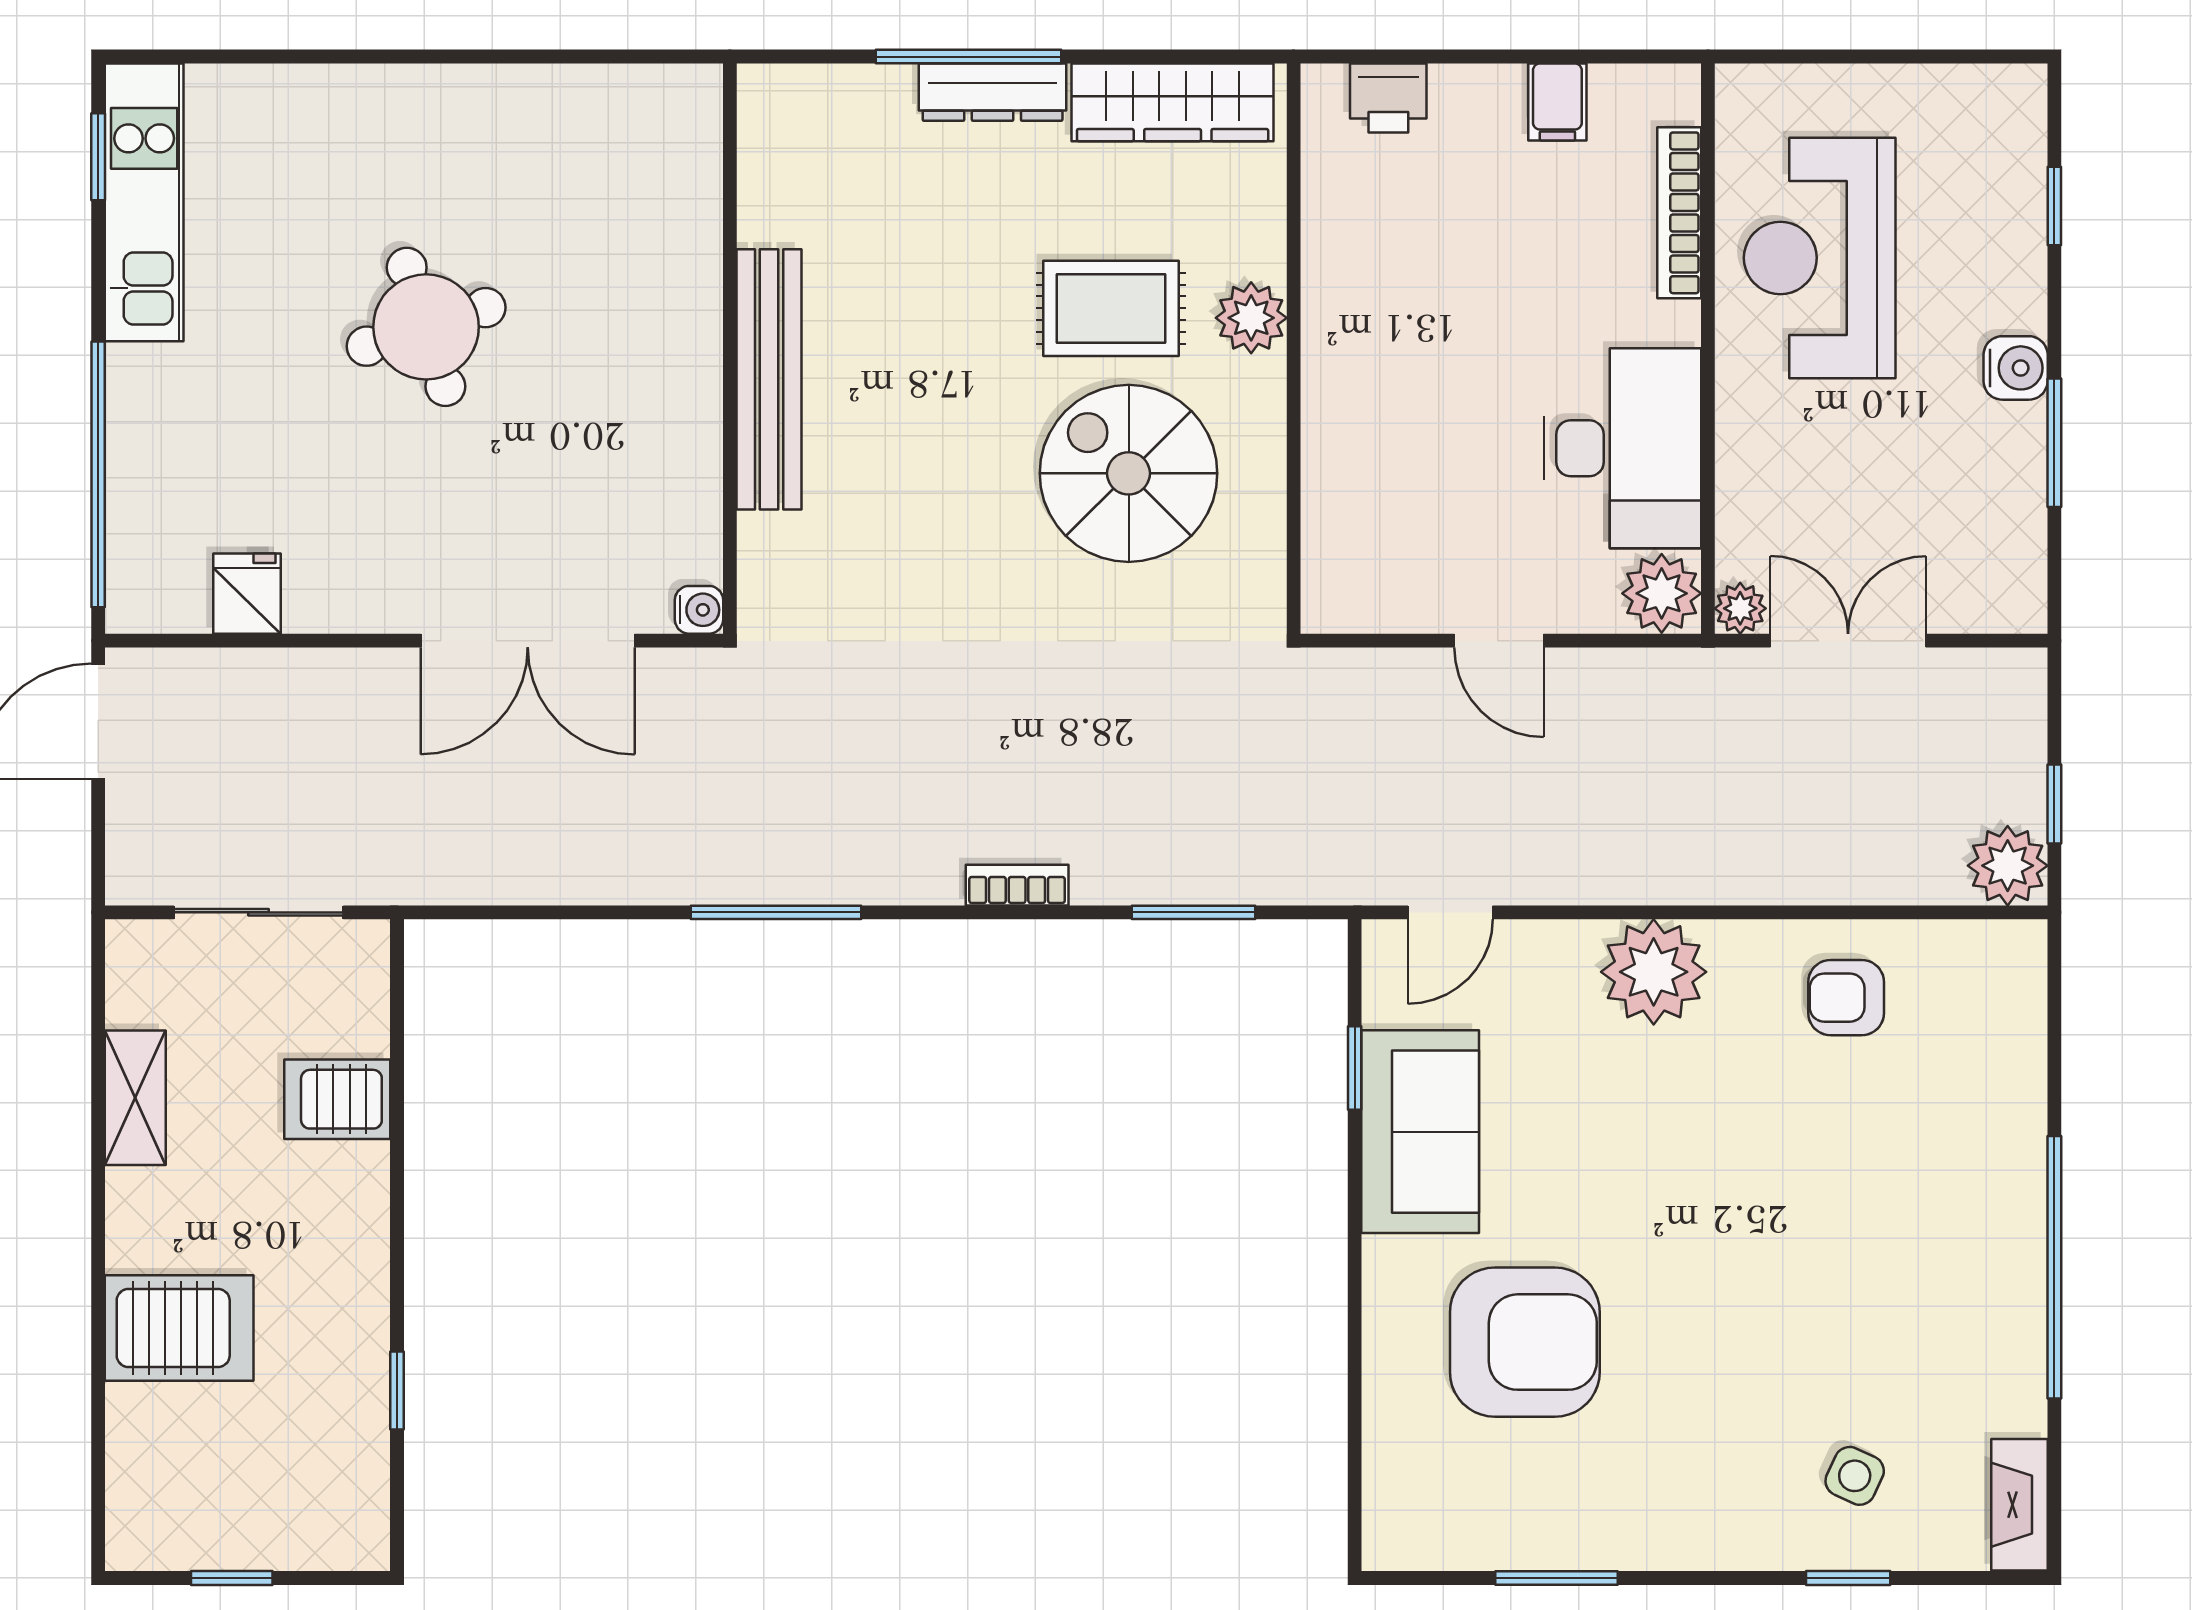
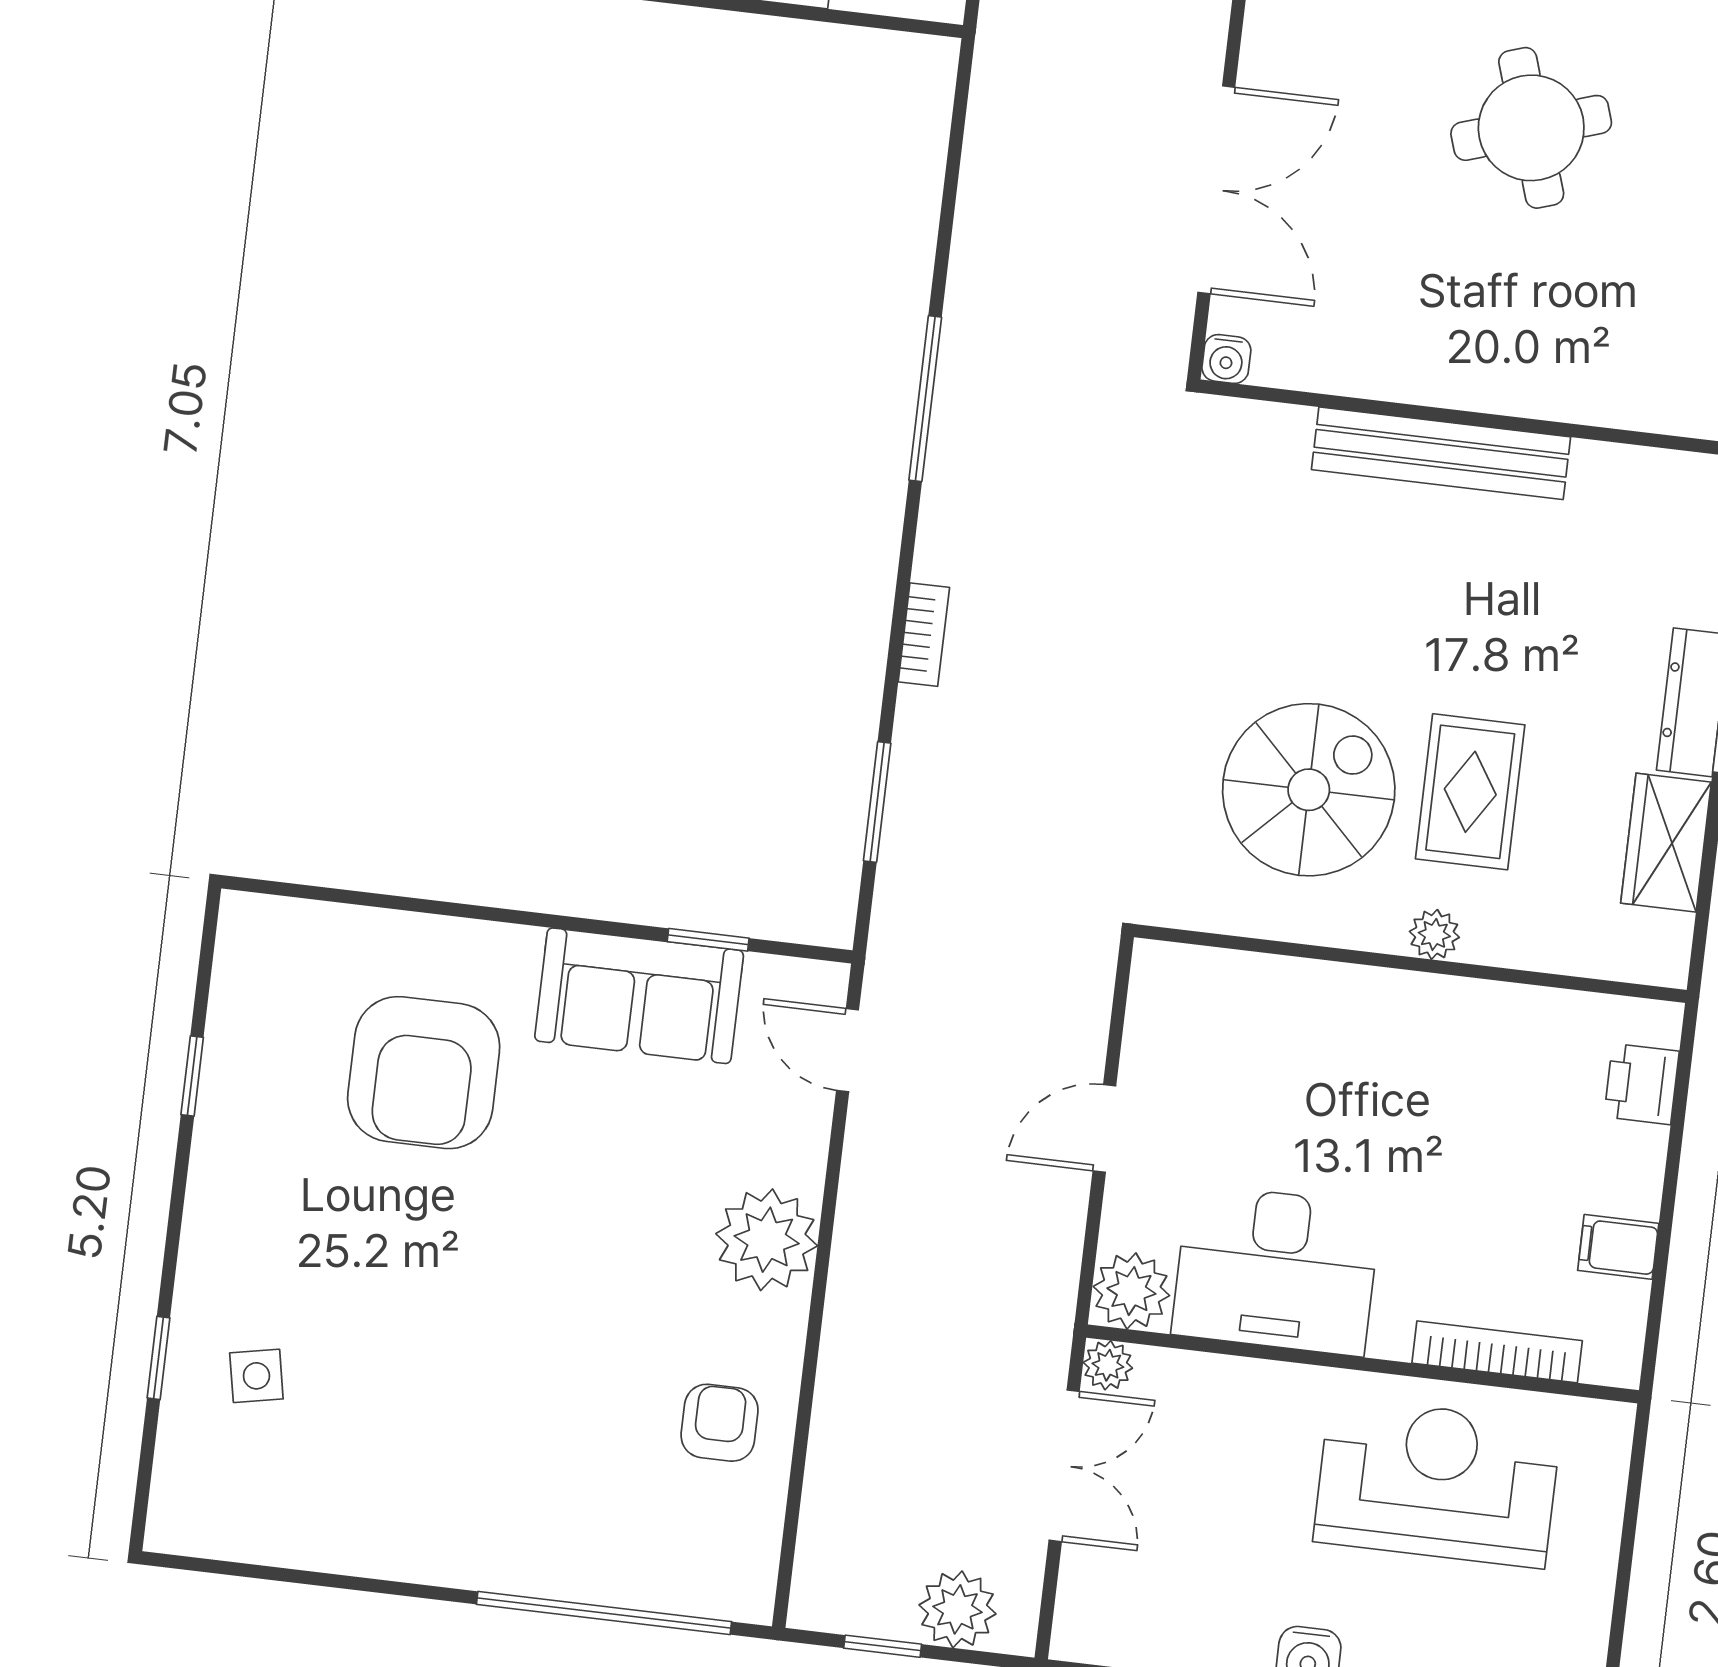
wardrobe: (1173, 102) -> (1666, 843), width x0.67
plant: (1251, 318) -> (1434, 934), width x0.73, depth x0.73
double door: (528, 641) -> (1216, 190), swing flipped
plant: (2008, 866) -> (957, 1609), moved
window: (2054, 1267) -> (604, 1613), moved
side table: (1855, 1476) -> (256, 1376), turned -36
fireplace: (2019, 1505) -> (210, 1532), removed
window: (1556, 1578) -> (192, 1076), width x0.67

